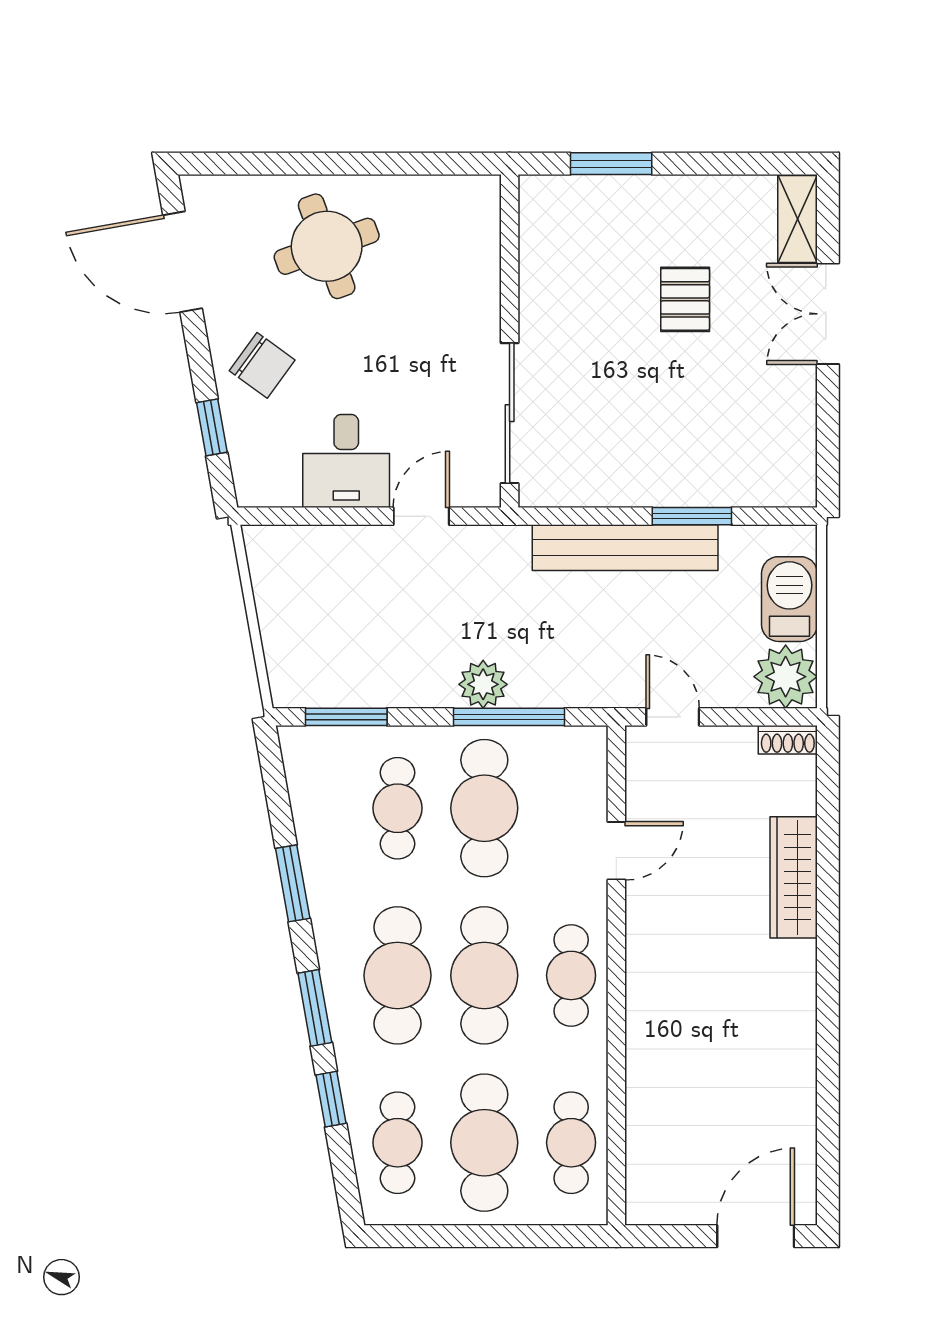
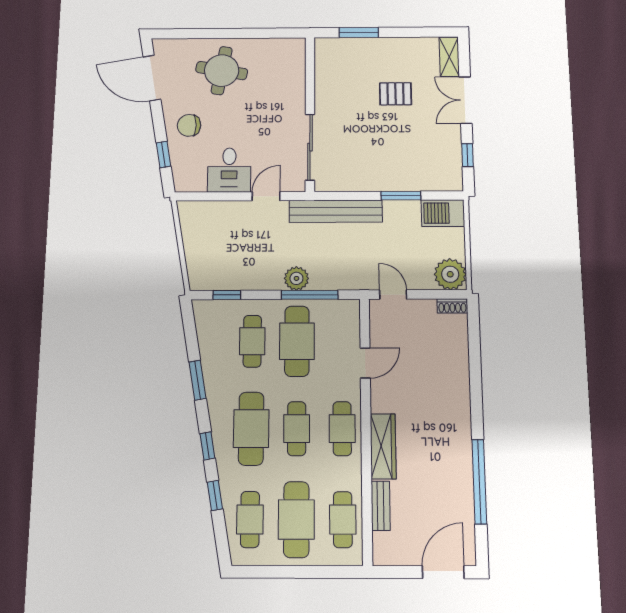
round table: (327, 246) -> (222, 71), turned 30
pallet: (685, 299) -> (396, 94), turned 90
chair: (262, 365) -> (189, 125), turned 144
window: (828, 432) -> (467, 155), added
bench: (625, 548) -> (336, 211), moved
barbecue: (789, 599) -> (443, 213), moved, turned -90
window: (346, 717) -> (227, 295), width x0.67
wardrobe: (794, 877) -> (383, 446), moved, turned 180
cafe table: (484, 975) -> (297, 429), width x0.73, depth x0.74
window: (315, 1008) -> (207, 446), width x0.67
window: (828, 1073) -> (479, 481), added
bench: (642, 1118) -> (381, 506), added

